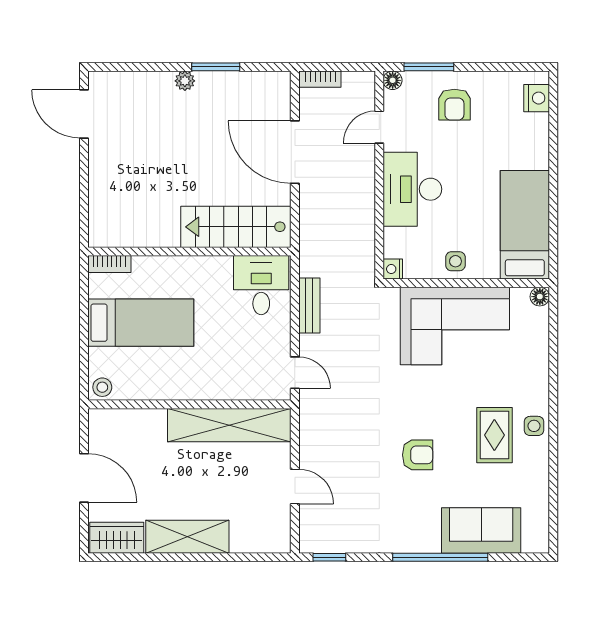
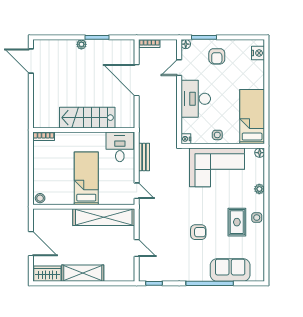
stairs: (236, 227) -> (87, 118), moved
bed: (141, 323) -> (86, 178), moved, turned -90
plant: (539, 369) -> (259, 189), added

